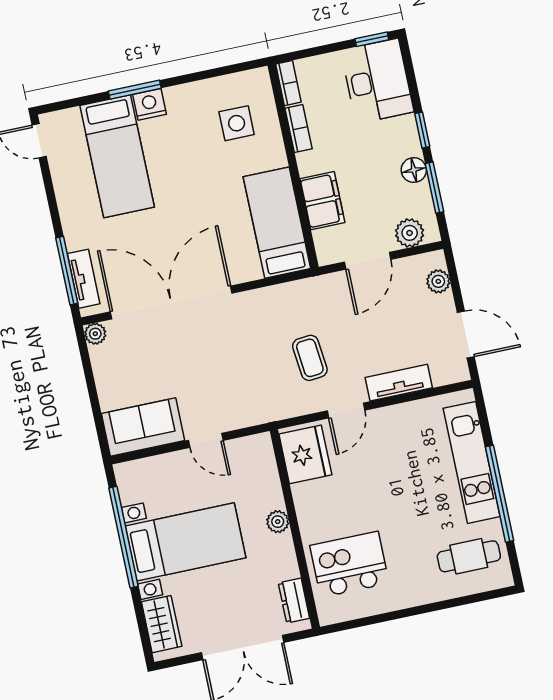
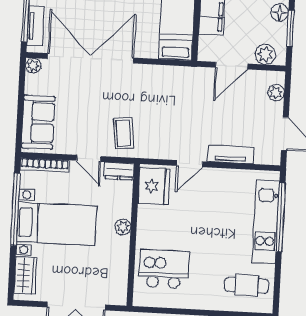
coffee table: (310, 358) -> (123, 133), moved
sofa: (143, 427) -> (38, 122), moved, turned 90
bookcase: (148, 466) -> (45, 165), added
window: (500, 494) -> (281, 217), moved
dresser: (294, 601) -> (119, 171), moved, turned -90

